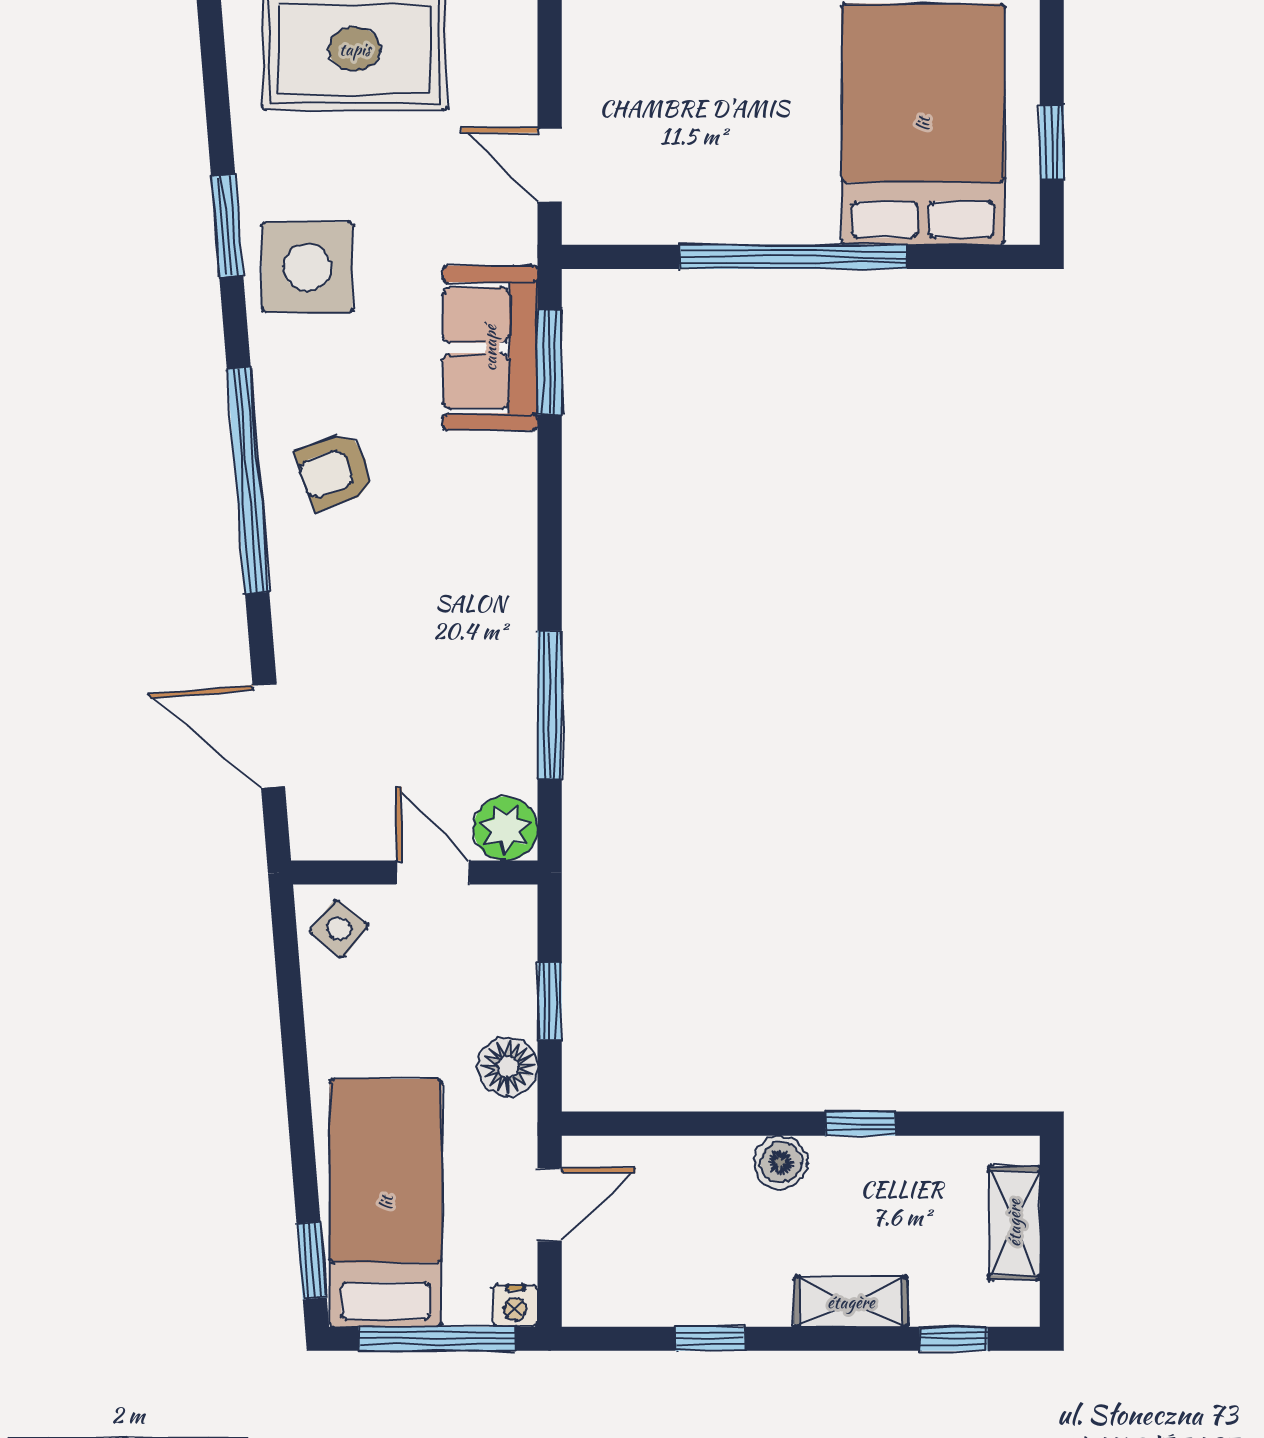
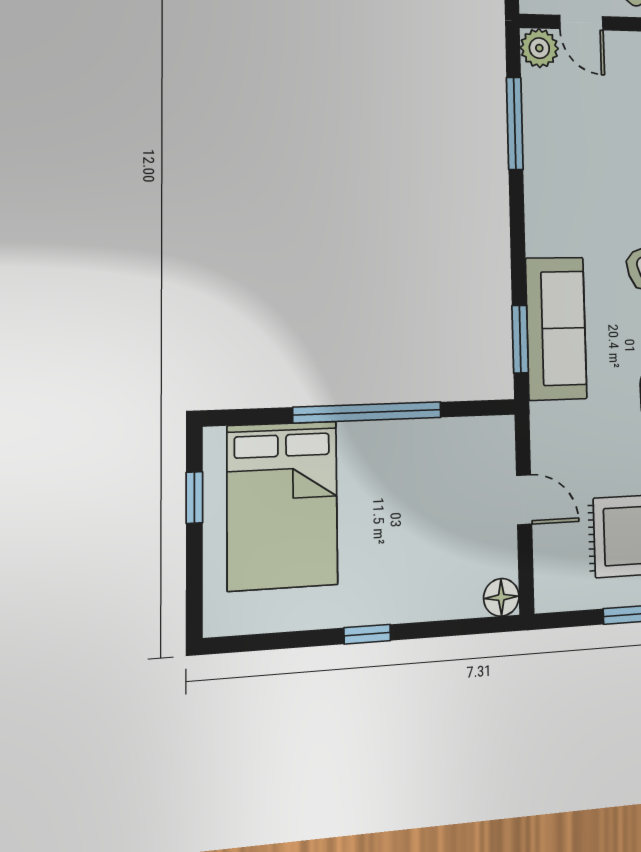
door: (550, 165) -> (524, 500), moved
sofa: (490, 348) -> (556, 328), width x1.36

